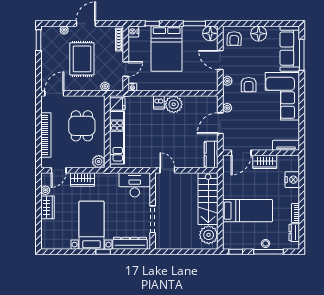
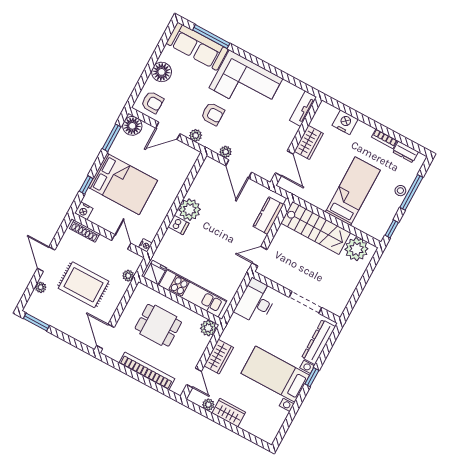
kitchen counter: (211, 155) -> (268, 216), moved, turned 90

